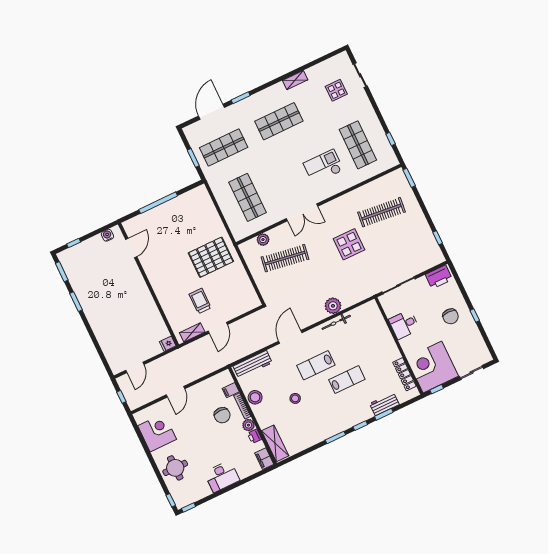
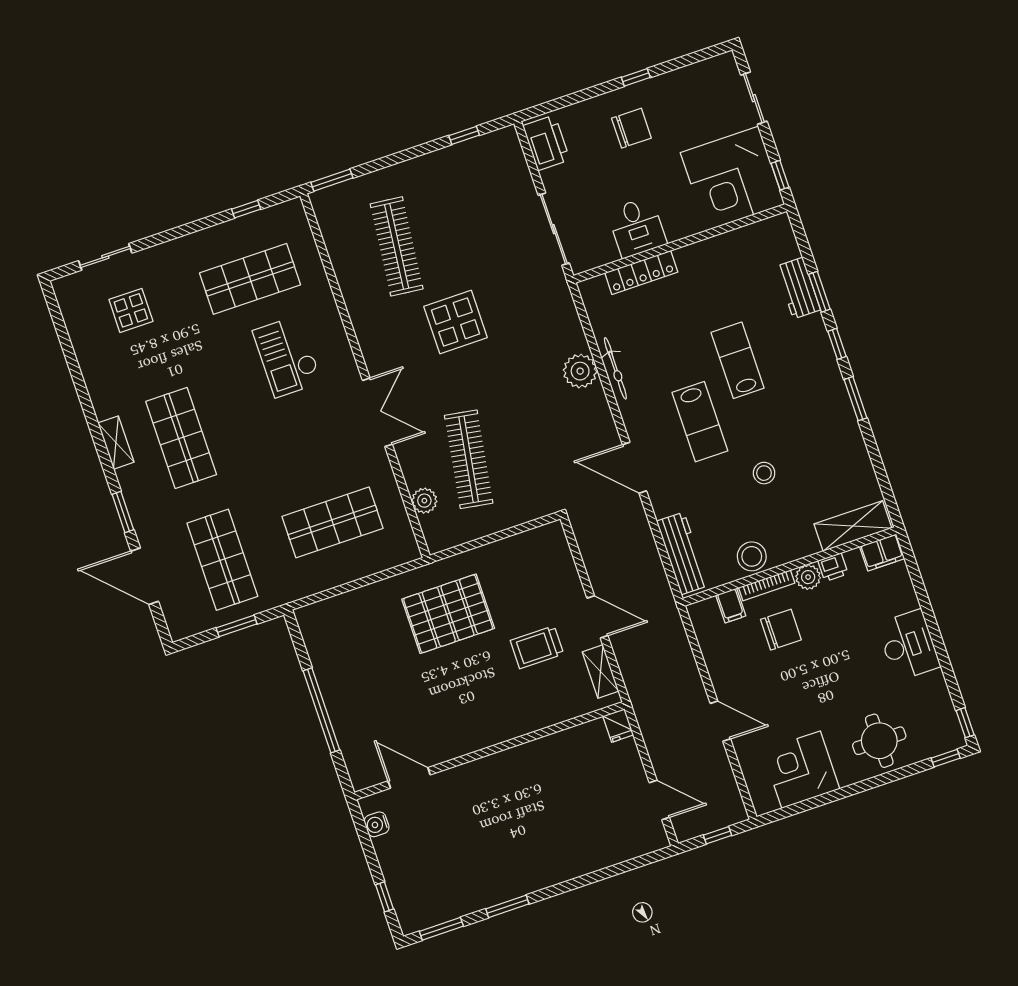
shelving: (295, 80) -> (116, 443), moved
pallet: (211, 257) -> (448, 614), turned 90
locker: (404, 374) -> (641, 272), moved

